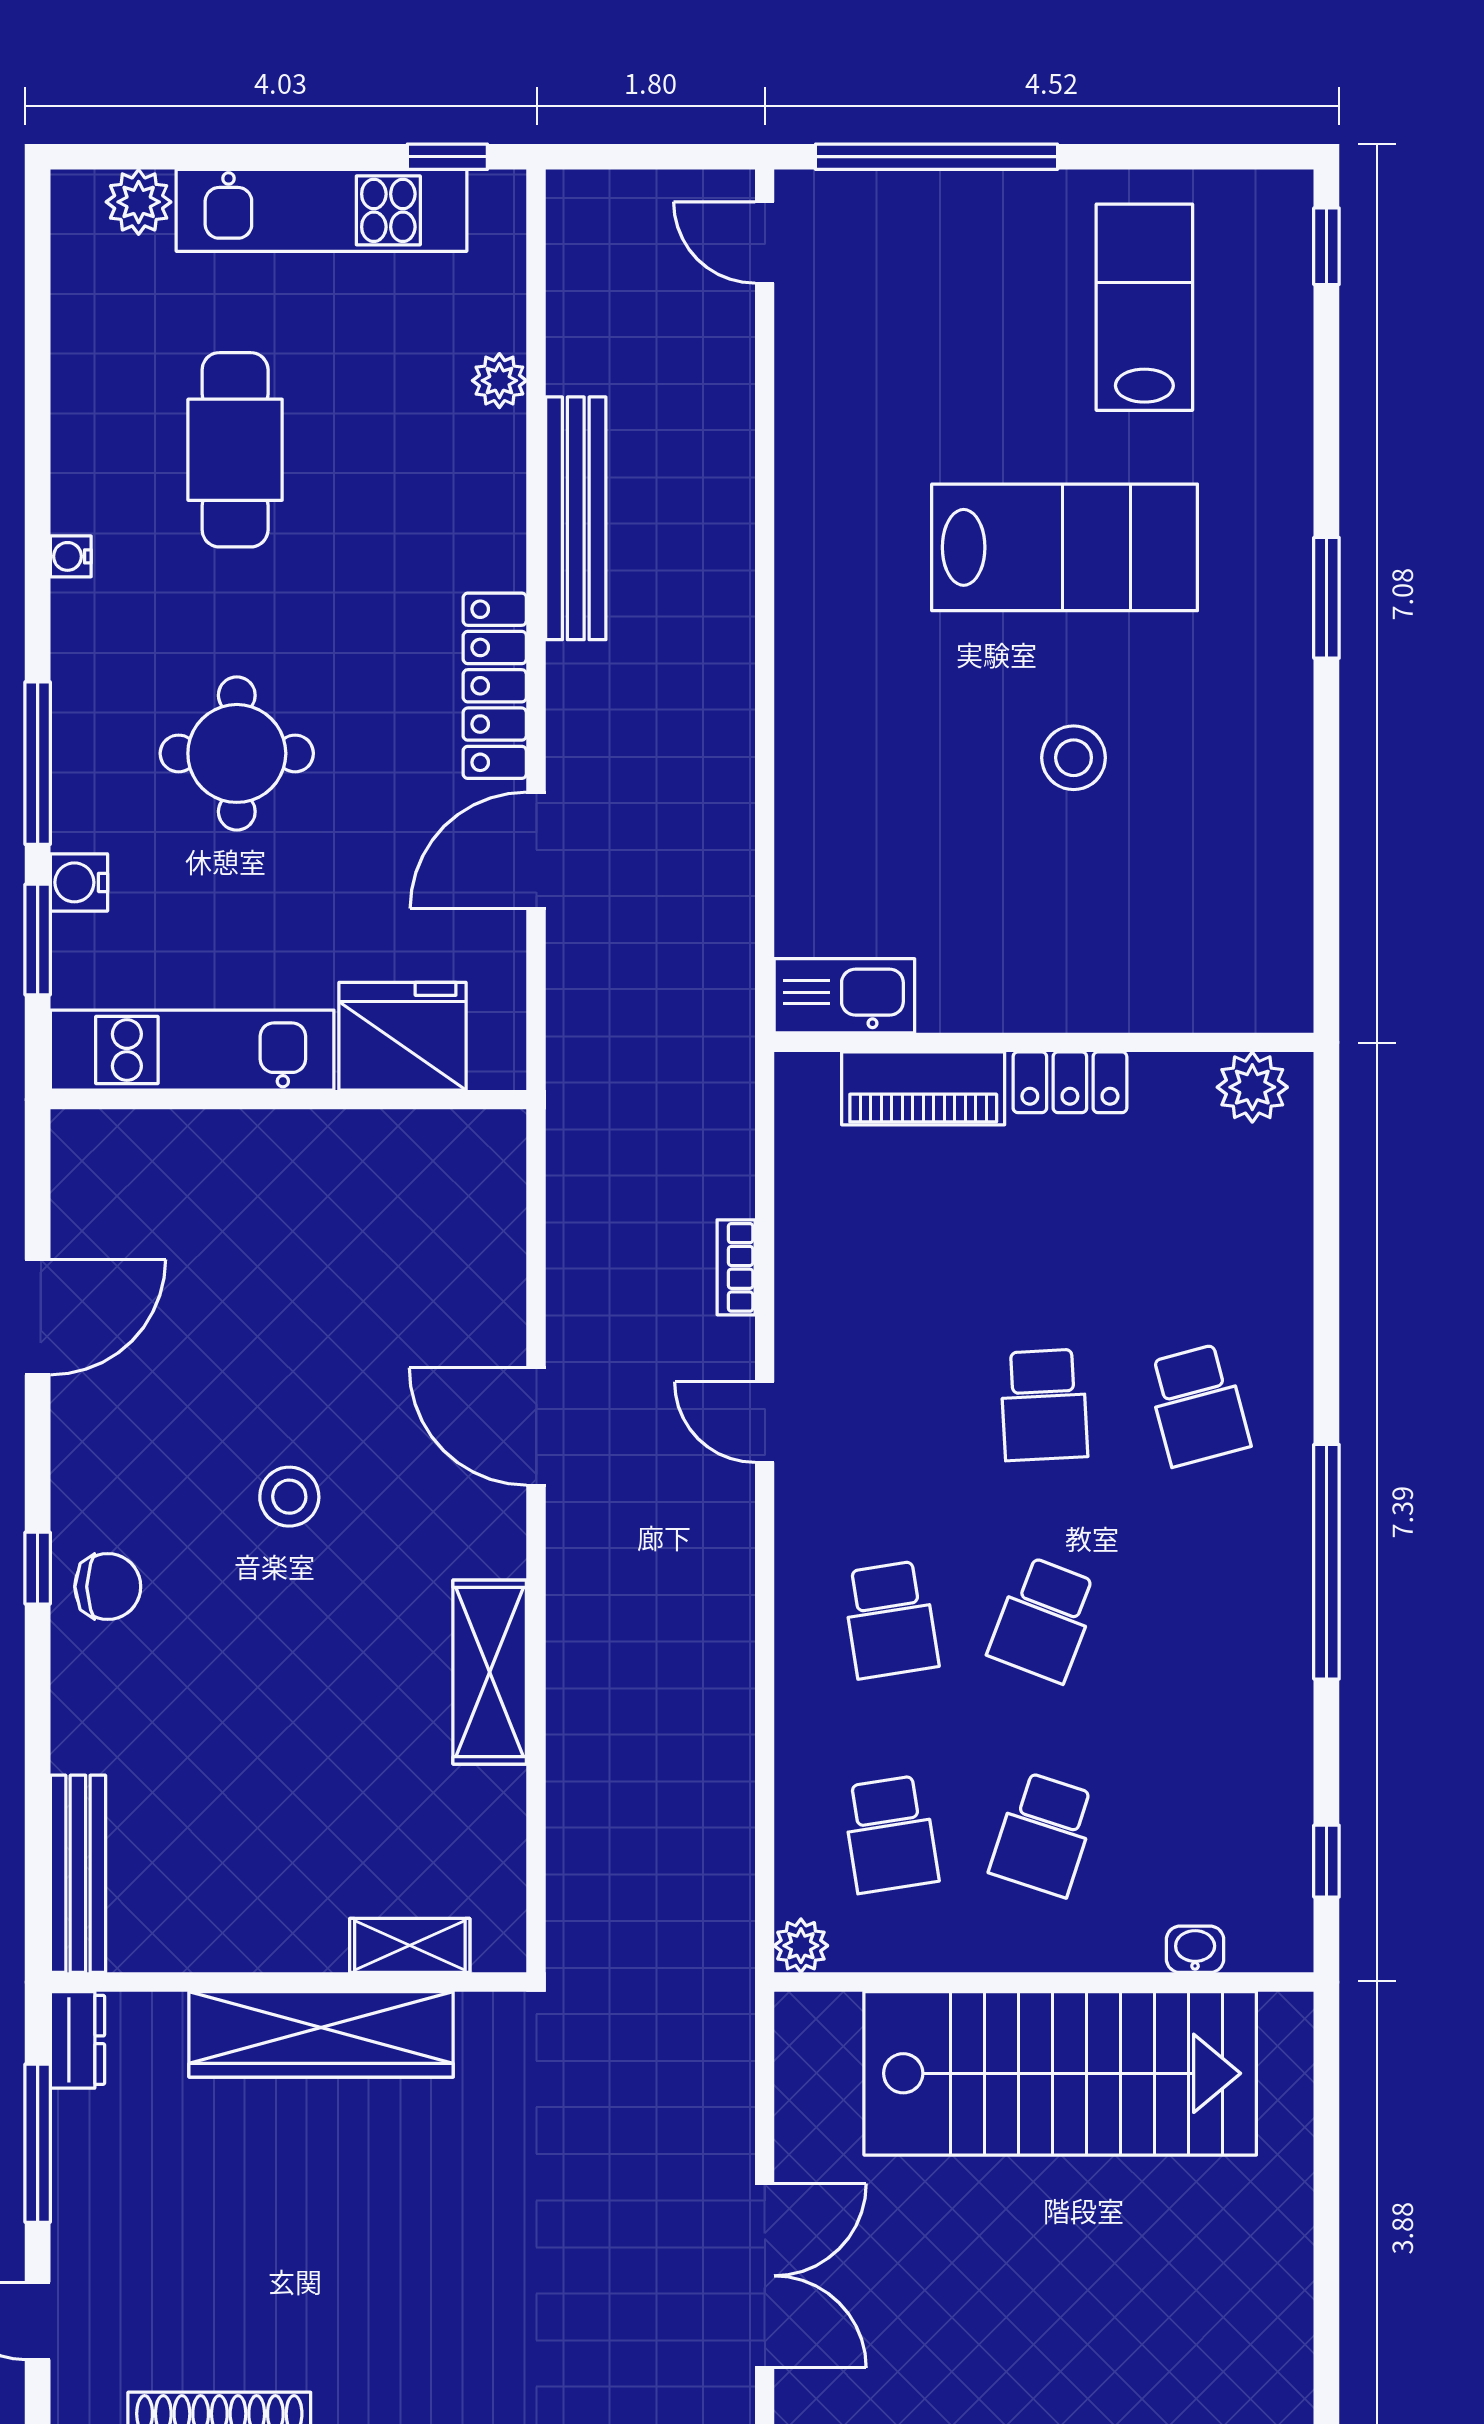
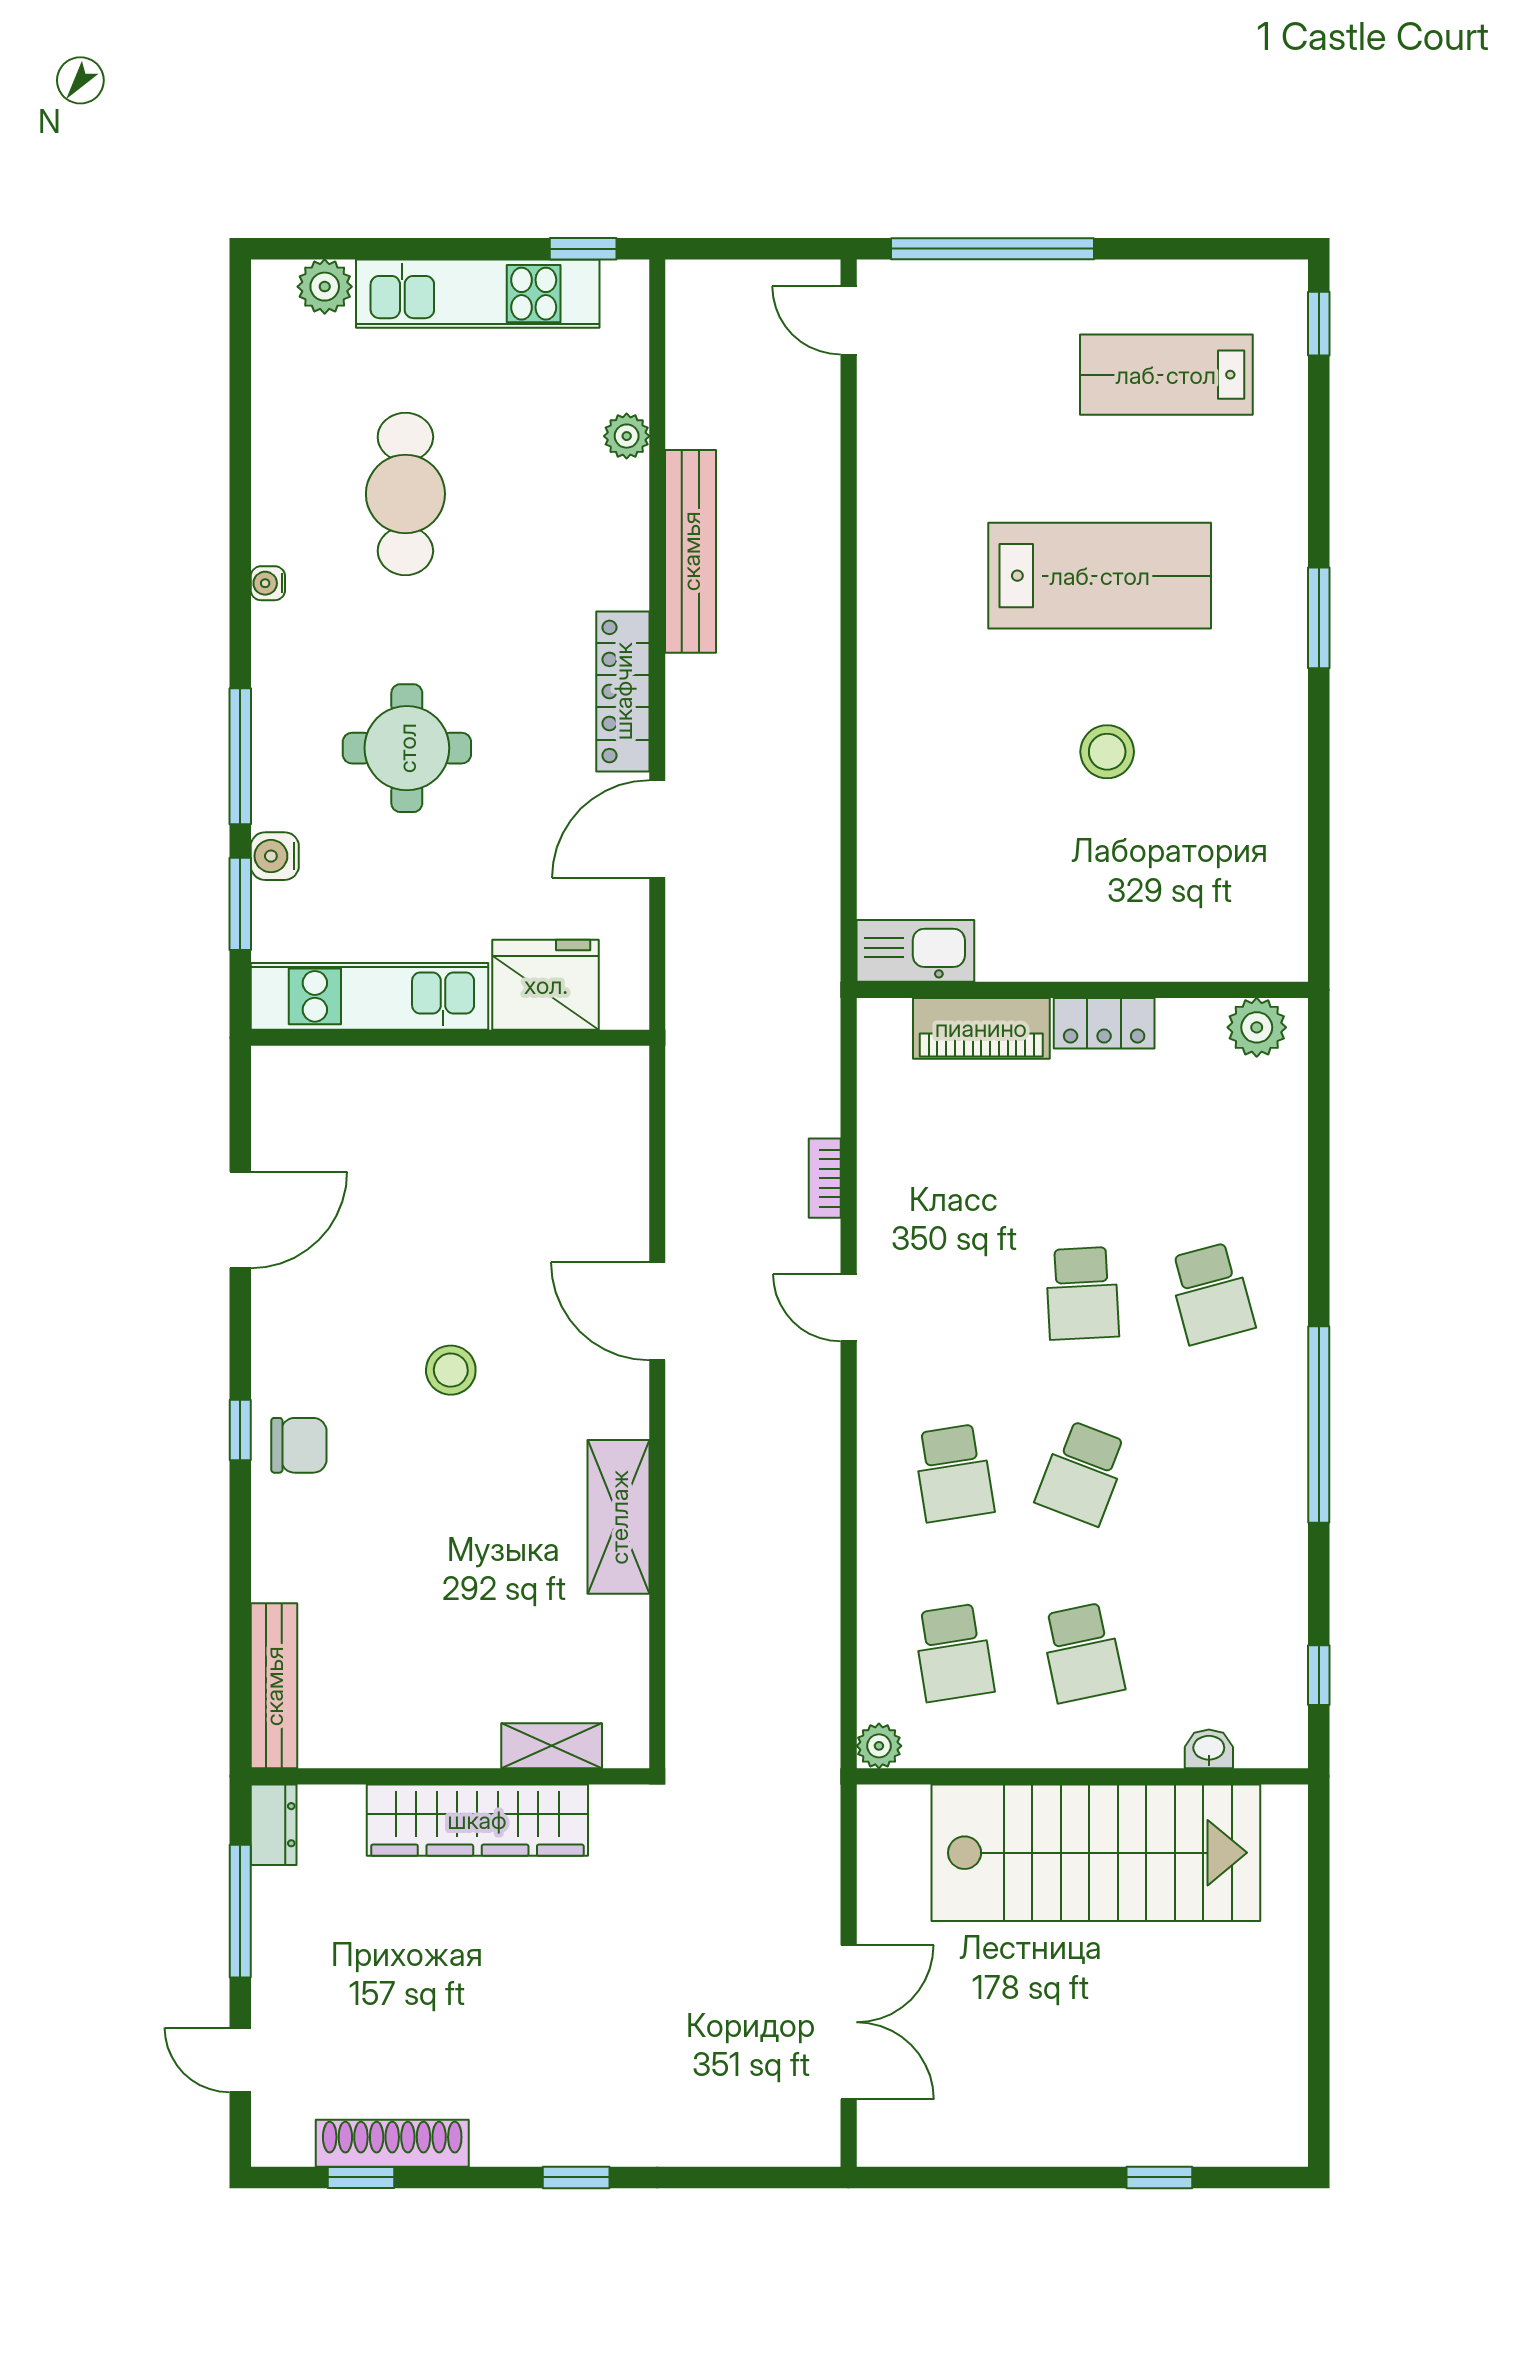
lab bench: (1144, 307) -> (1166, 375), turned -90
school desk: (1044, 1834) -> (1082, 1653), turned -30

